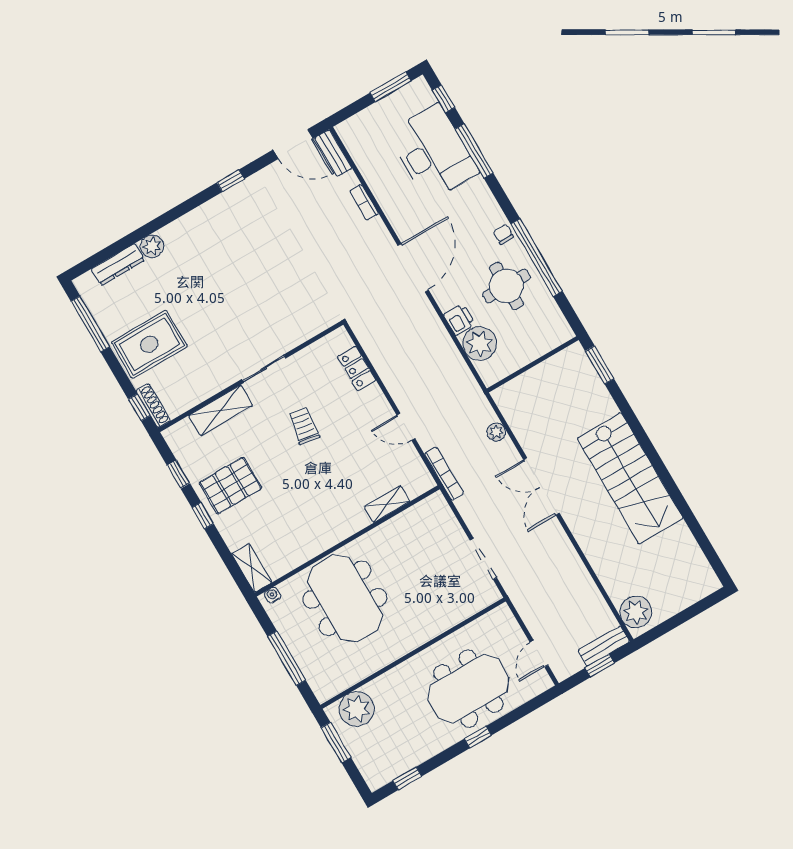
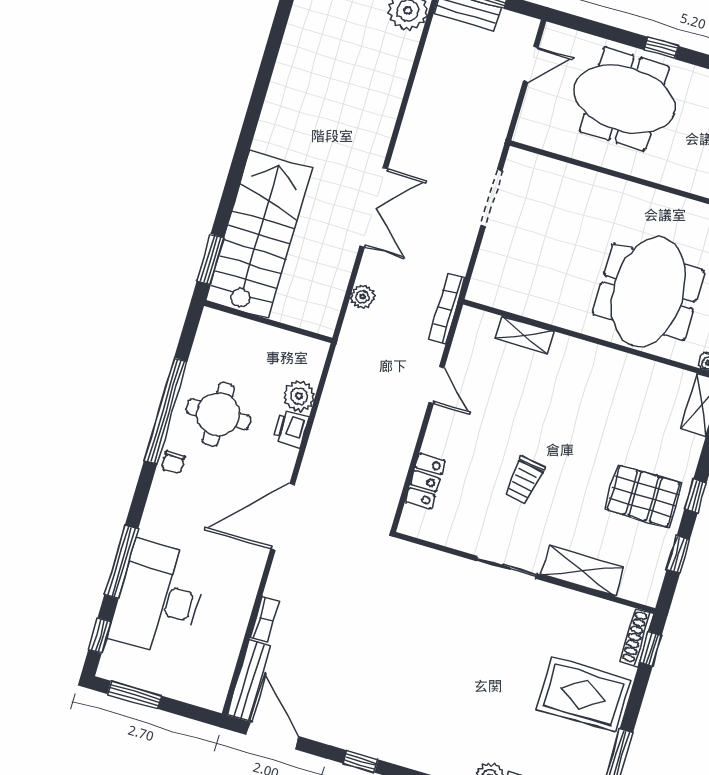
bench: (333, 153) -> (249, 681), width x1.36
plant: (480, 344) -> (299, 396), width x0.73, depth x0.73
stairs: (630, 478) -> (259, 234), moved

